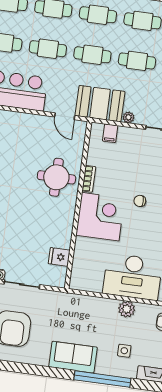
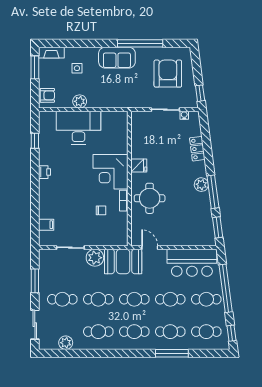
plant: (128, 117) -> (95, 258), width x1.87, depth x1.87
filing cabinet: (110, 133) -> (112, 239), removed
chair: (140, 201) -> (101, 210), moved
fridge: (59, 257) -> (139, 165), moved
window: (102, 379) -> (140, 43), moved

